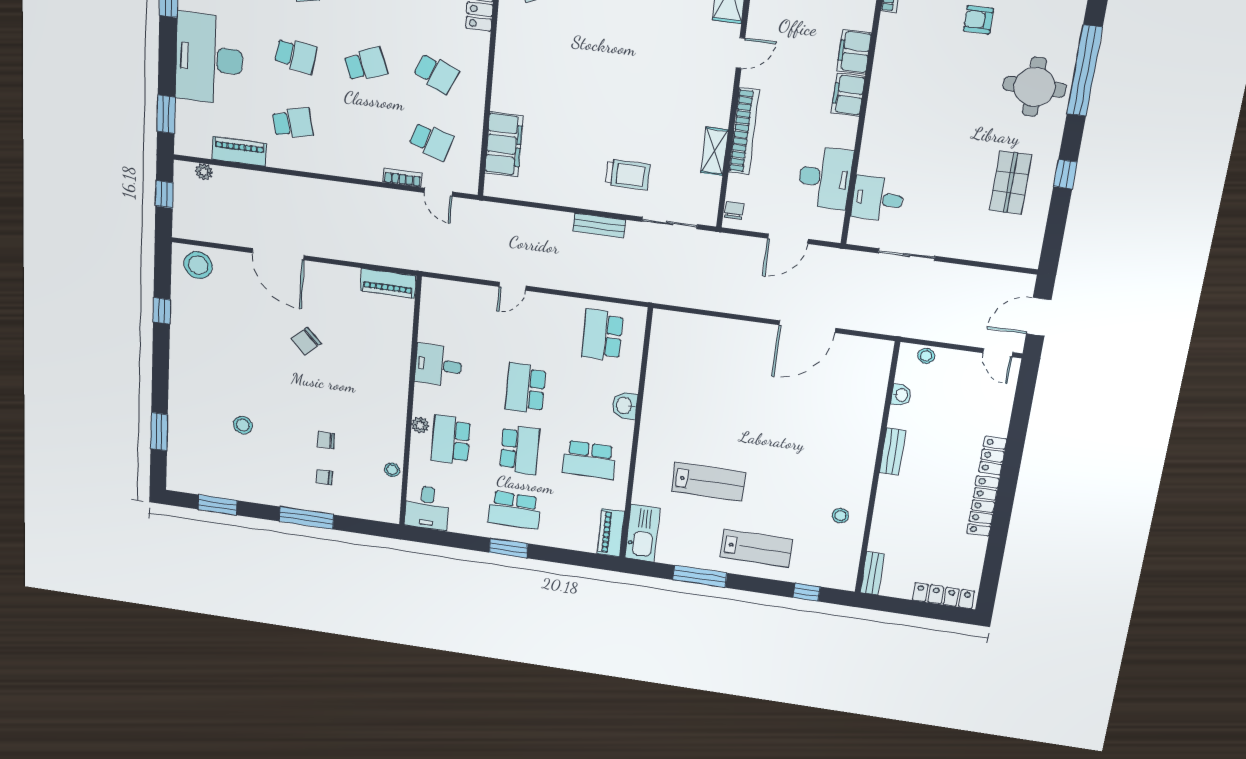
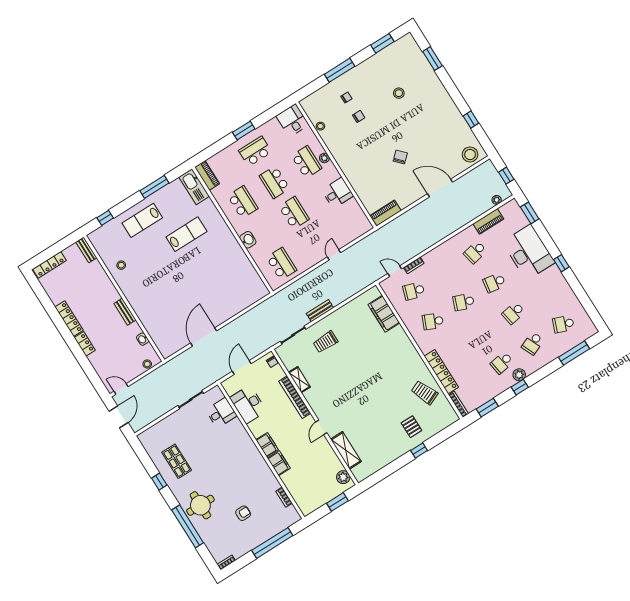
school desk: (366, 64) -> (464, 302), turned 42
school desk: (589, 460) -> (243, 202), turned 90
lab bench: (708, 482) -> (186, 234), turned 180

